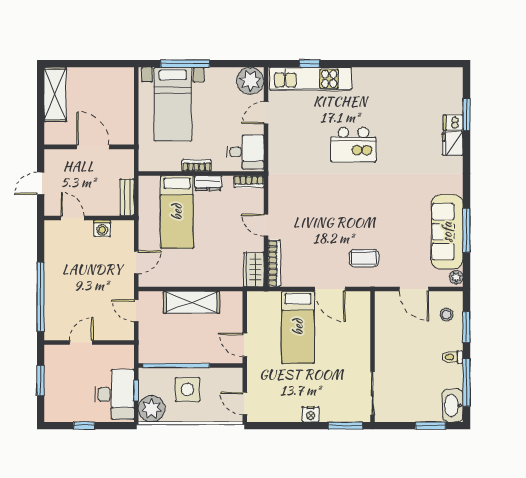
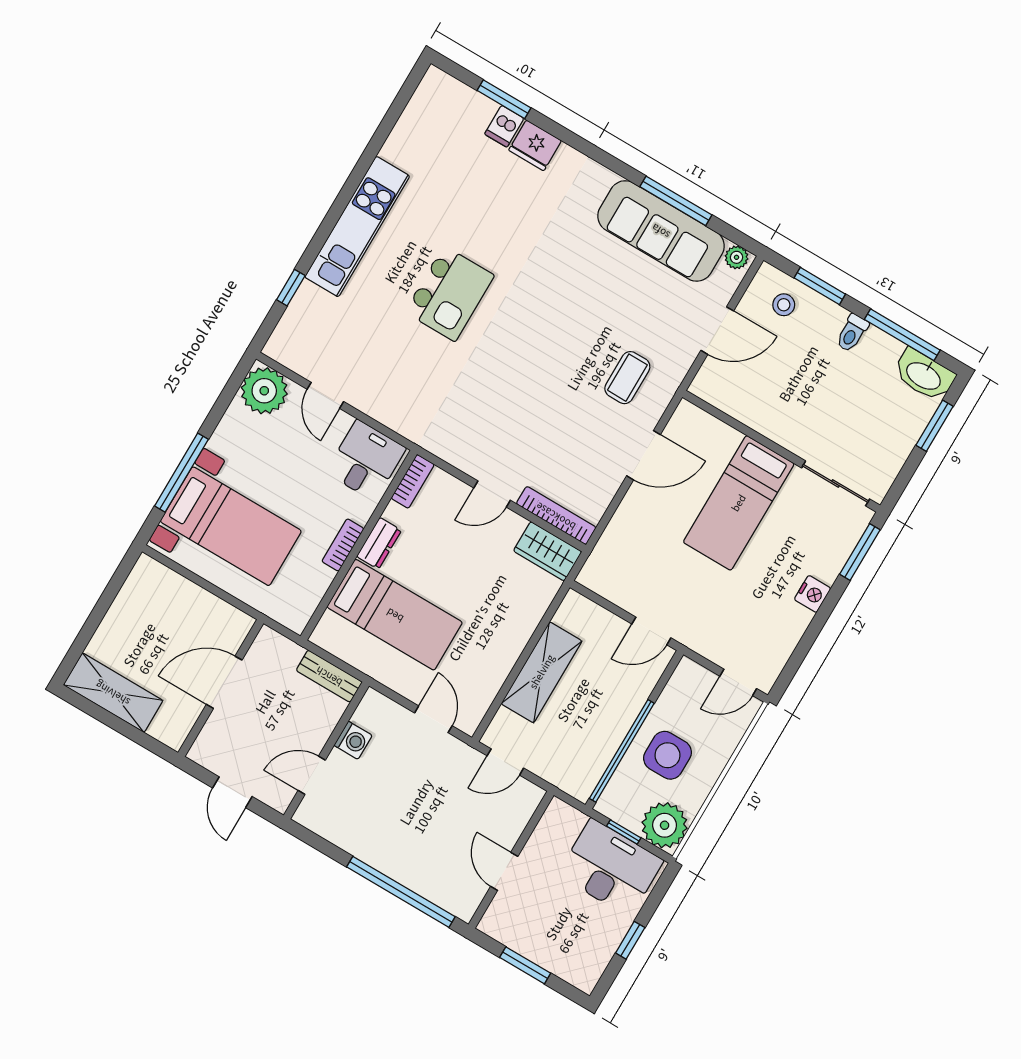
kitchen unit: (310, 79) -> (357, 227), moved
bed: (298, 327) -> (739, 503), moved, turned 90

